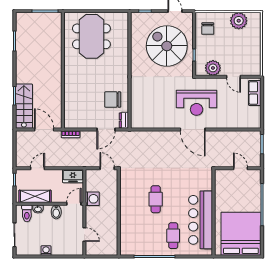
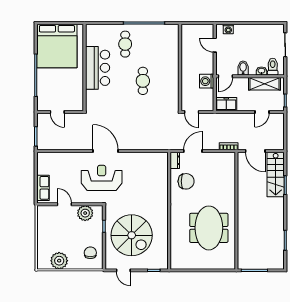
meeting table: (91, 36) -> (209, 228), moved
bar counter: (201, 220) -> (98, 68), width x0.73
washing machine: (46, 251) -> (228, 29), moved

